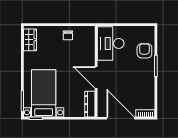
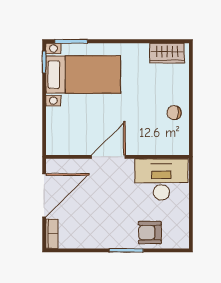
armchair: (144, 51) -> (150, 233), turned 180
dresser: (90, 104) -> (66, 147), removed

